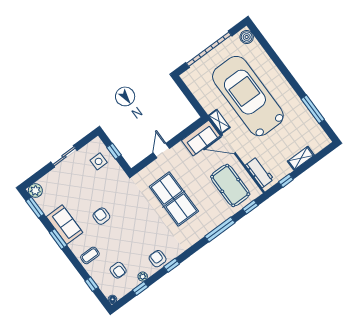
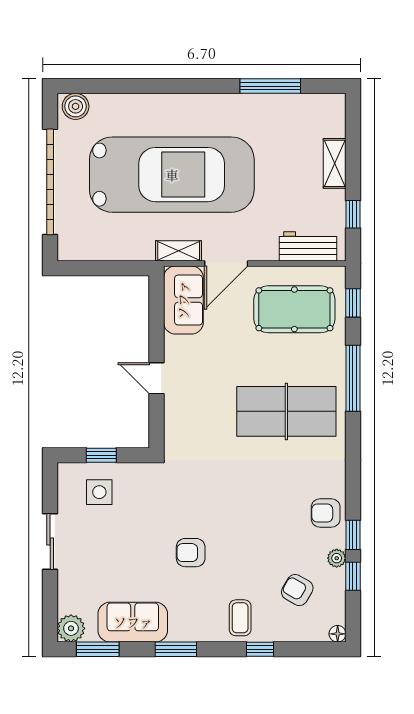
car: (248, 96) -> (172, 175), turned 180
table tennis table: (174, 199) -> (286, 411), moved
sofa: (64, 225) -> (133, 622), moved
window: (172, 265) -> (353, 535), moved
armchair: (118, 270) -> (297, 590), turned -150
window: (92, 284) -> (260, 649), moved

